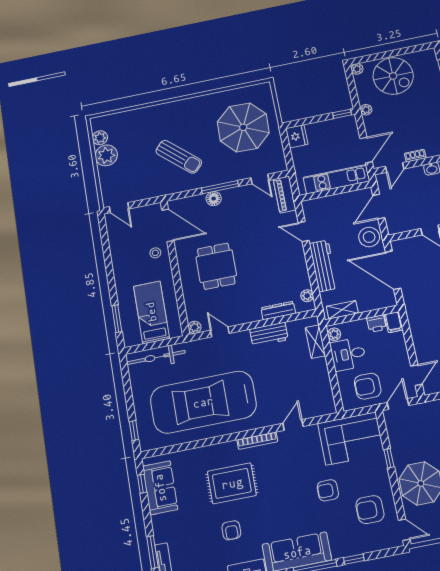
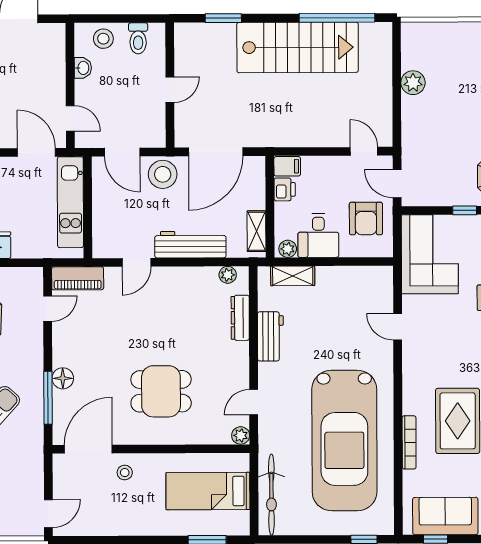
shoe rack: (415, 156) -> (59, 86), removed
window: (220, 187) -> (48, 398), moved
bookcase: (257, 441) -> (409, 442), moved

